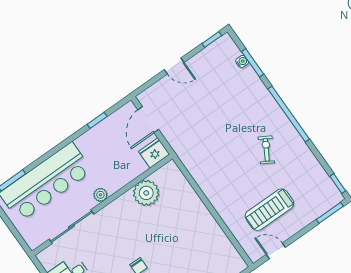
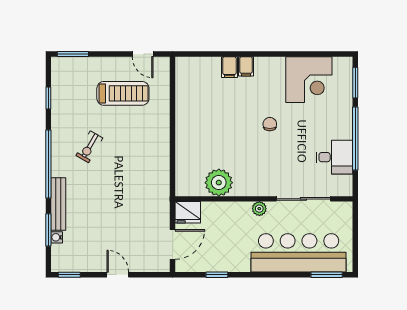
bench: (259, 88) -> (58, 204), added
window: (338, 184) -> (48, 98), moved

